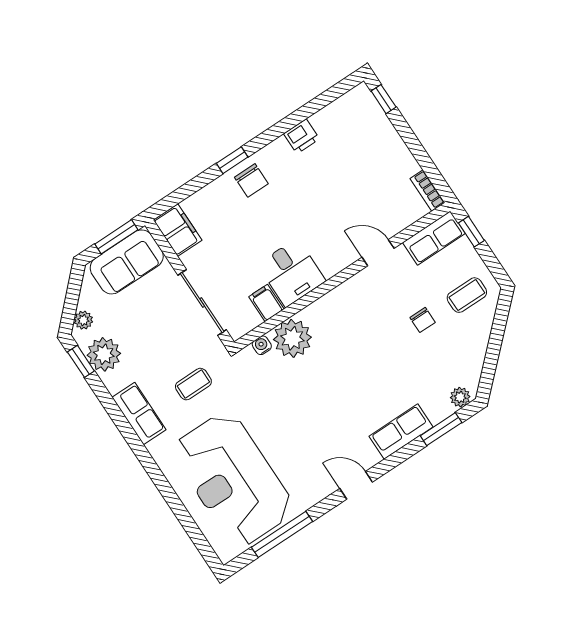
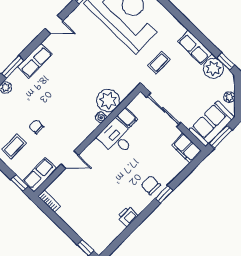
plant: (83, 320) -> (229, 97), moved
water cooler: (262, 345) -> (101, 117), moved
row of seats: (139, 413) -> (195, 48), moved

